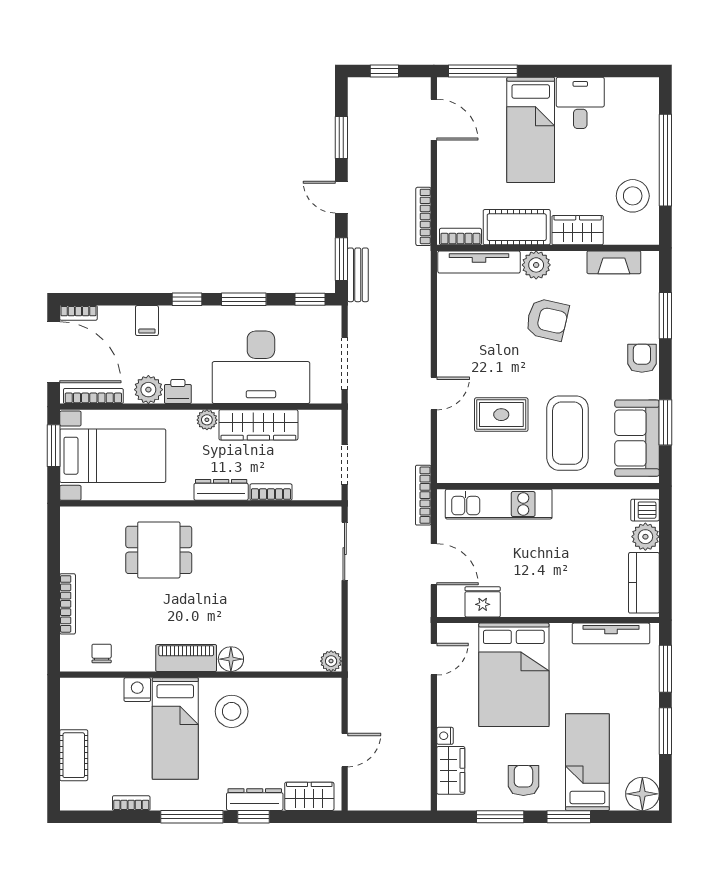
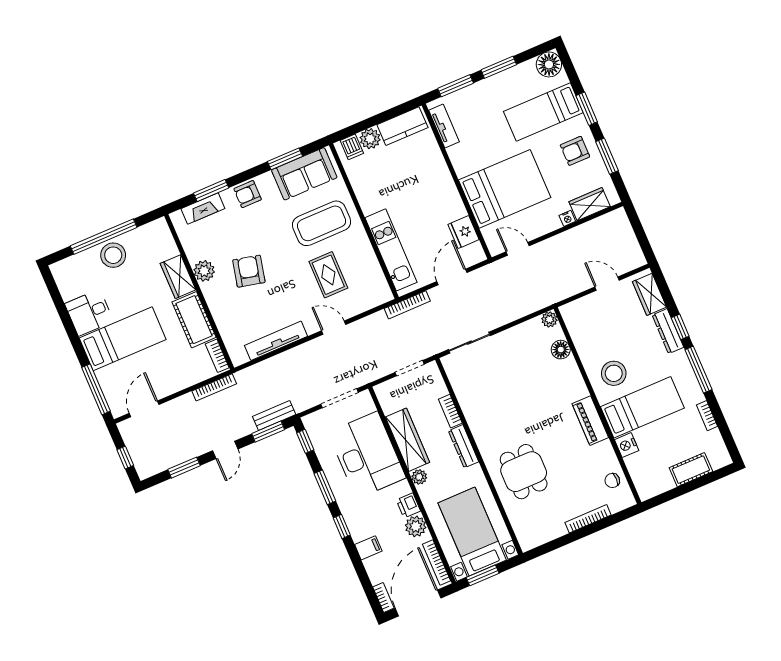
stool: (633, 196) -> (113, 255), moved
tv unit: (479, 262) -> (276, 341), moved, turned -90
fireplace: (614, 262) -> (203, 209), moved, turned 90
plant: (536, 265) -> (204, 271), moved
tv unit: (611, 633) -> (444, 126), width x0.71
floor lamp: (231, 659) -> (561, 350), moved

